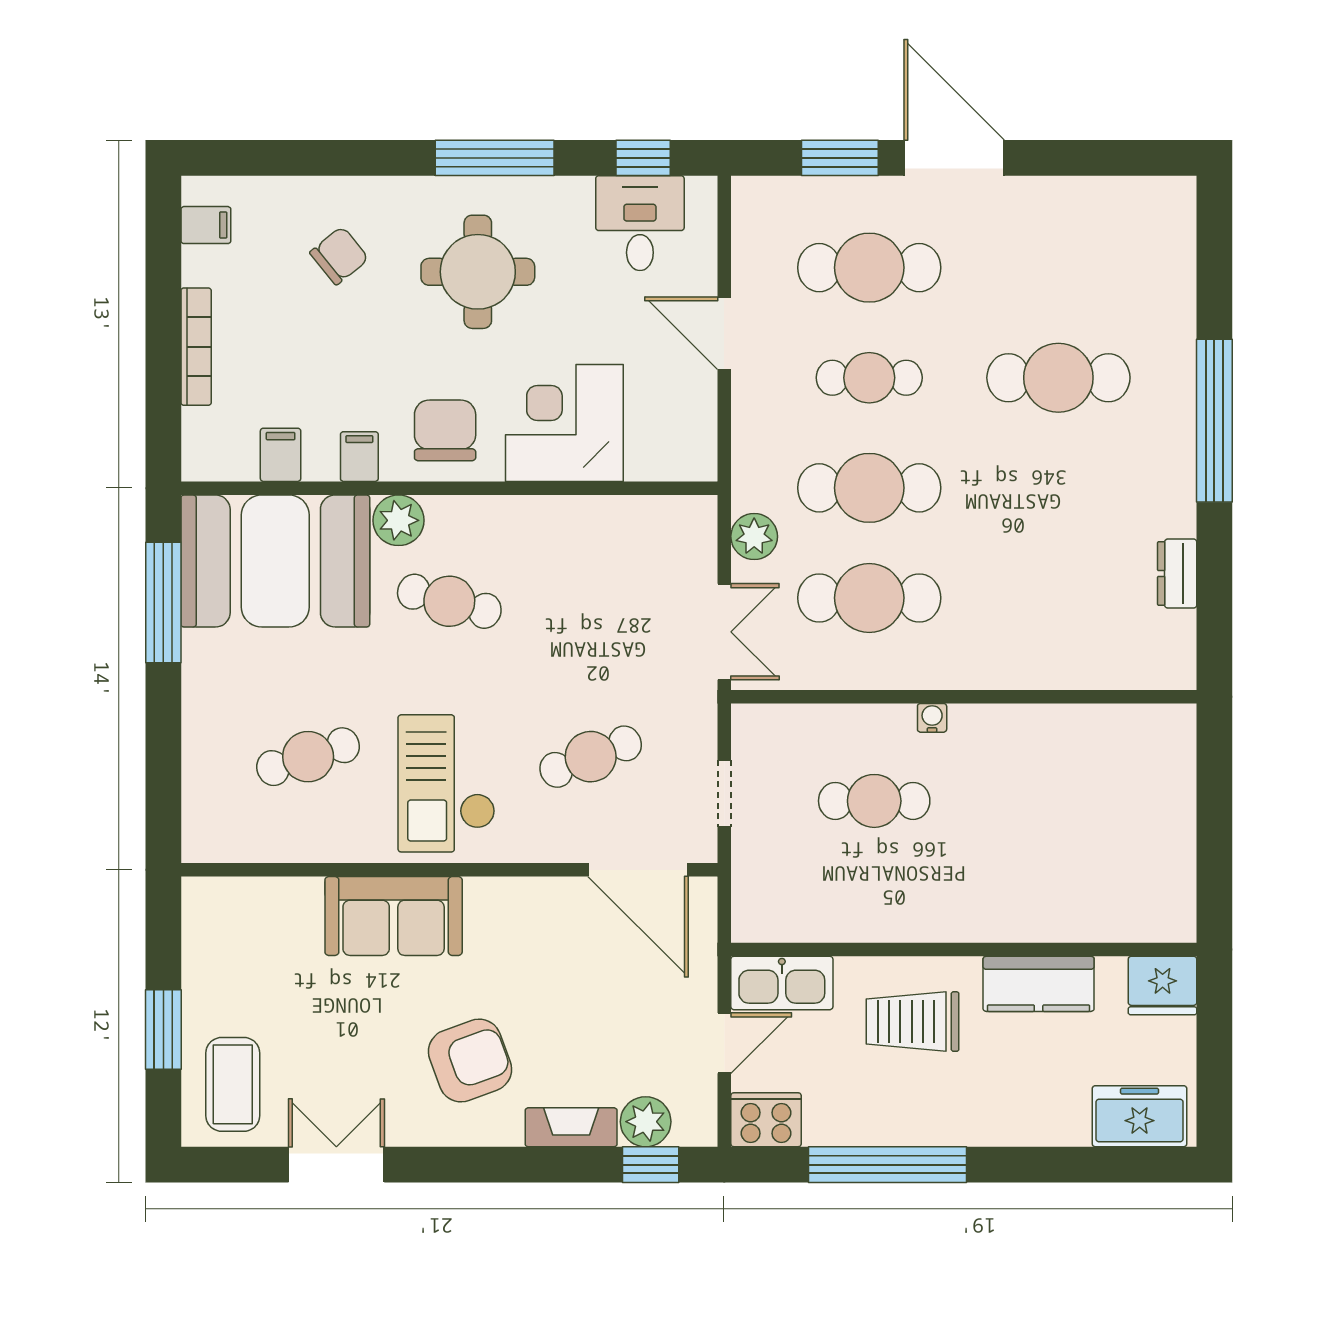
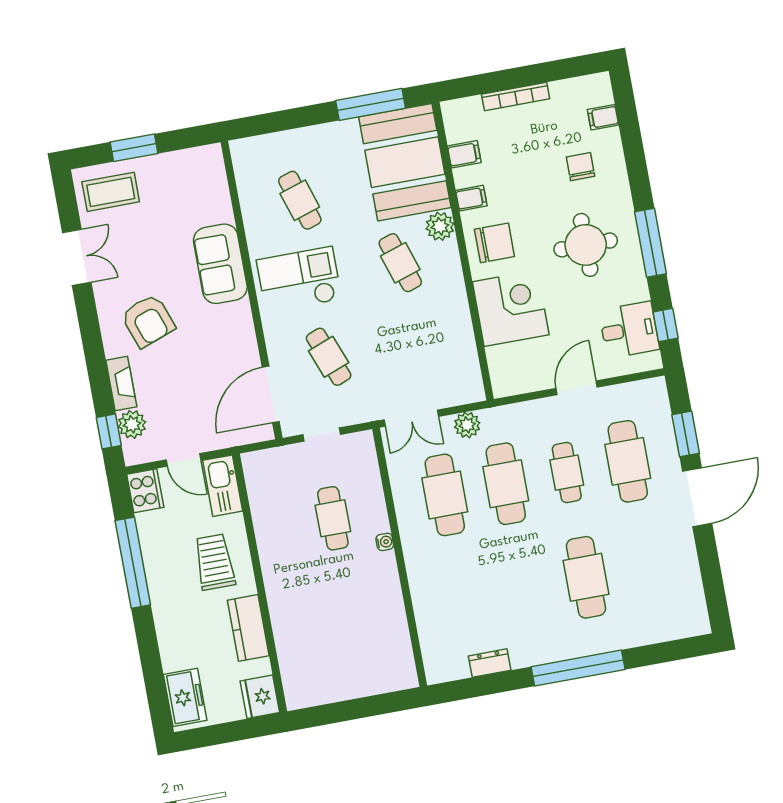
filing cabinet: (206, 225) -> (603, 117), moved, turned 90
chair: (339, 256) -> (581, 167), turned -141
cafe table: (449, 601) -> (400, 263), turned -33

